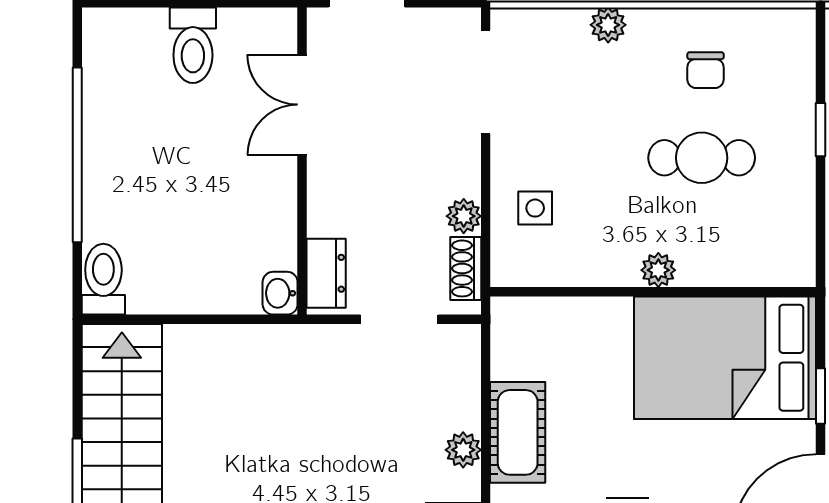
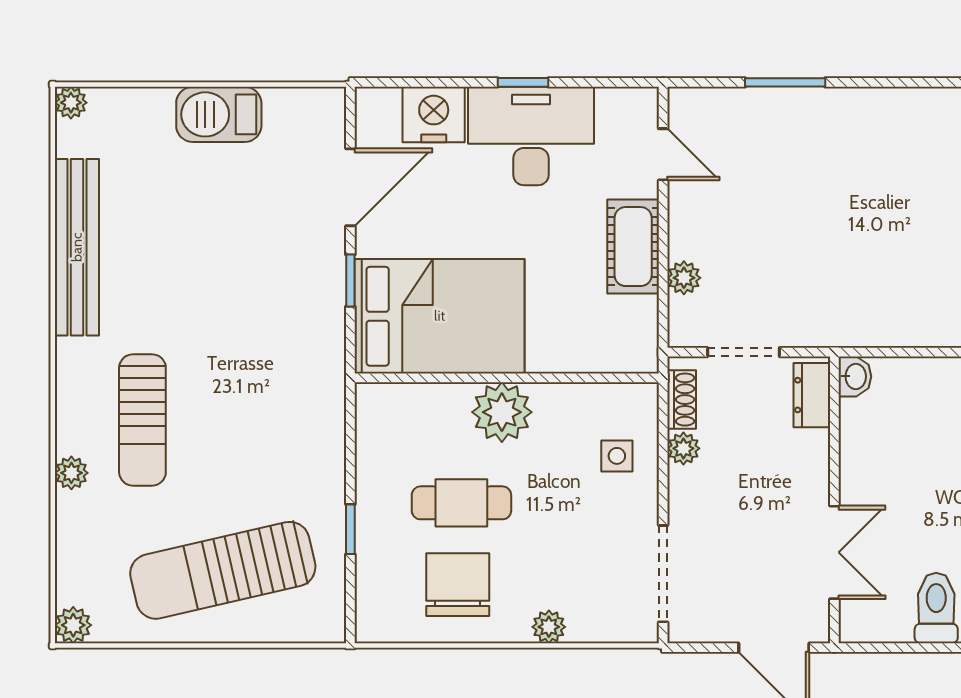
chair: (706, 70) -> (458, 585), width x1.87, depth x1.87
plant: (658, 270) -> (502, 412), width x1.87, depth x1.87
plant: (463, 450) -> (684, 278), moved

